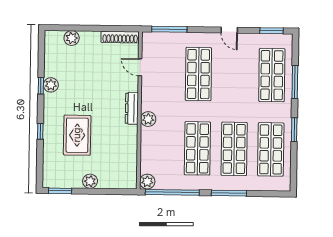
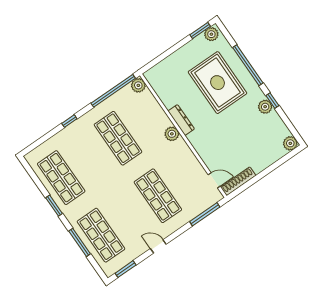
plant: (72, 38) -> (290, 143), moved
door: (140, 67) -> (214, 180), moved
dresser: (132, 108) -> (181, 120), moved
window: (40, 131) -> (248, 65), width x3.17
rug: (77, 135) -> (217, 83), width x1.37, depth x1.44
shop shelf: (234, 149) -> (90, 158), removed
plant: (90, 181) -> (211, 34), moved
window: (229, 193) -> (69, 121), width x0.46

